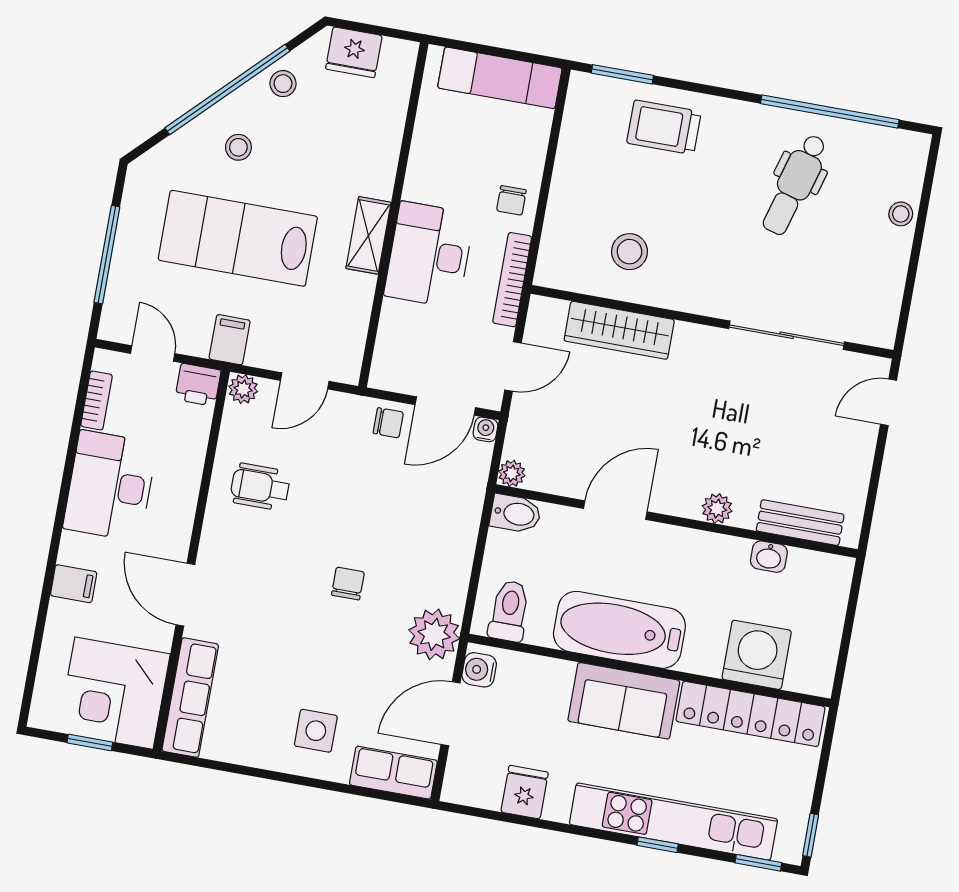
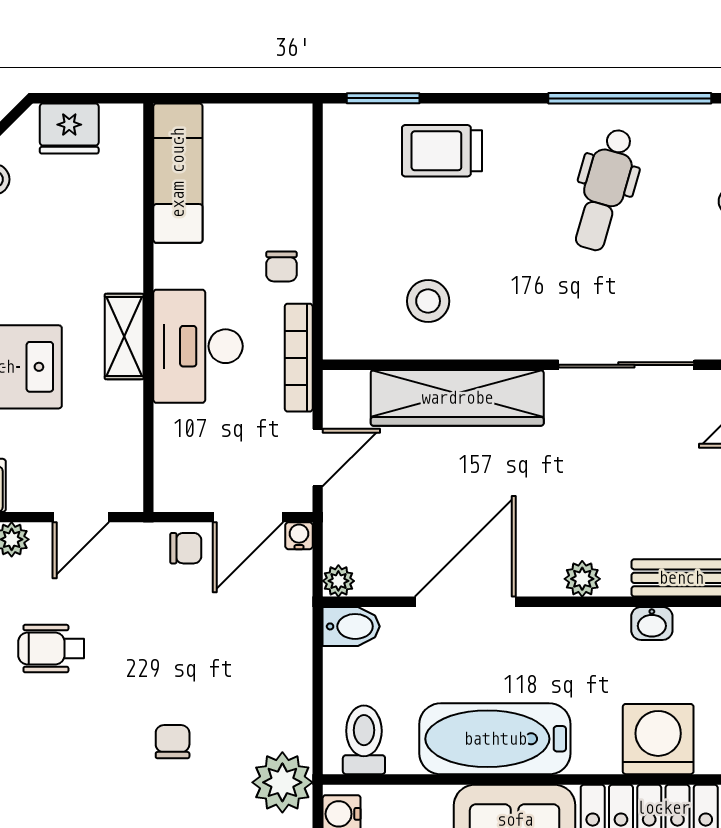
exam couch: (500, 78) -> (178, 173), moved, turned -90
wardrobe: (619, 330) -> (457, 398), width x1.40, depth x1.17
door: (615, 510) -> (465, 602), width x1.36

